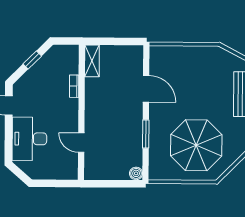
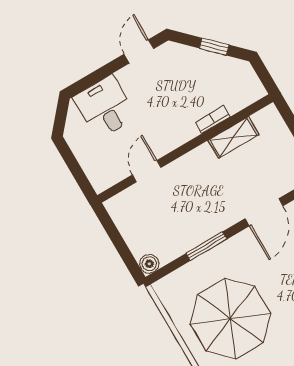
shelving: (92, 61) -> (233, 137), moved
desk: (29, 139) -> (105, 107), width x0.73

